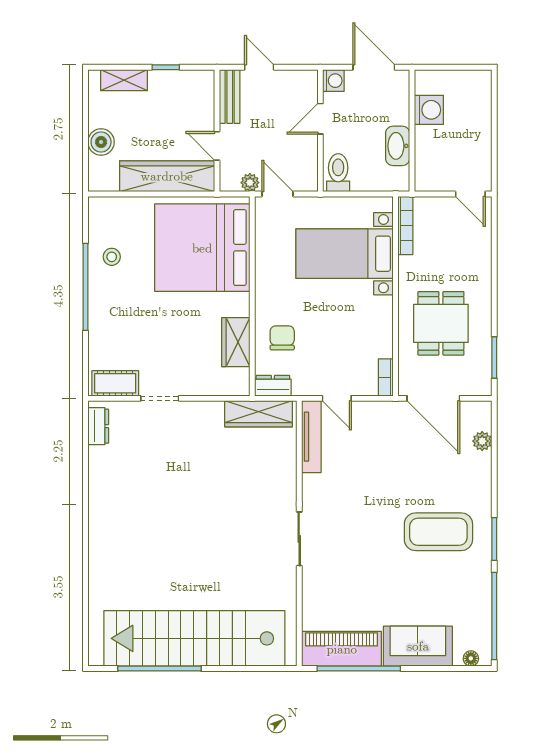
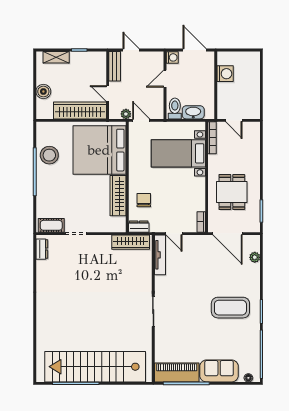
washbasin: (398, 146) -> (193, 112), moved, turned 90
door: (470, 194) -> (234, 120), moved
stool: (112, 257) -> (49, 155), width x1.89, depth x1.89
wardrobe: (236, 342) -> (118, 196), width x1.50

